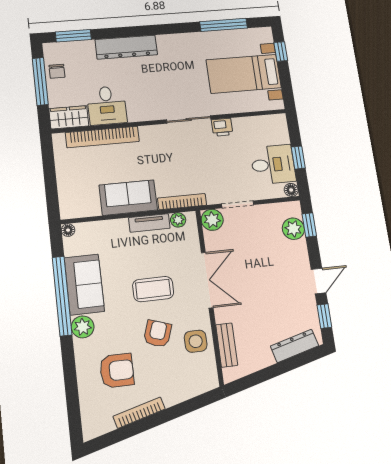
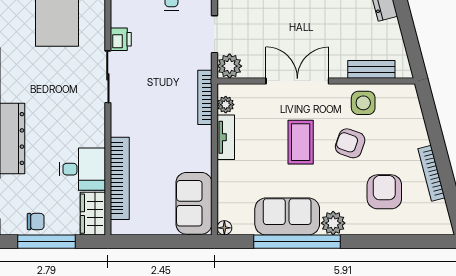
sofa: (128, 198) -> (194, 203), moved

